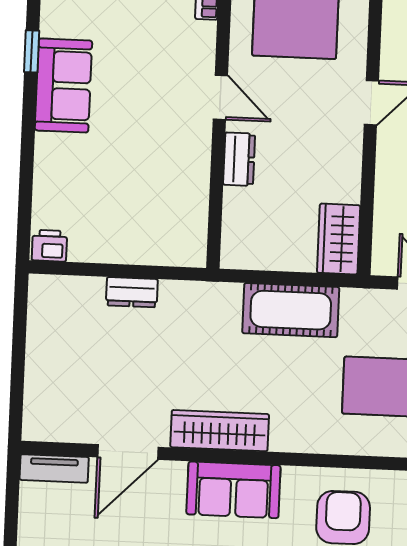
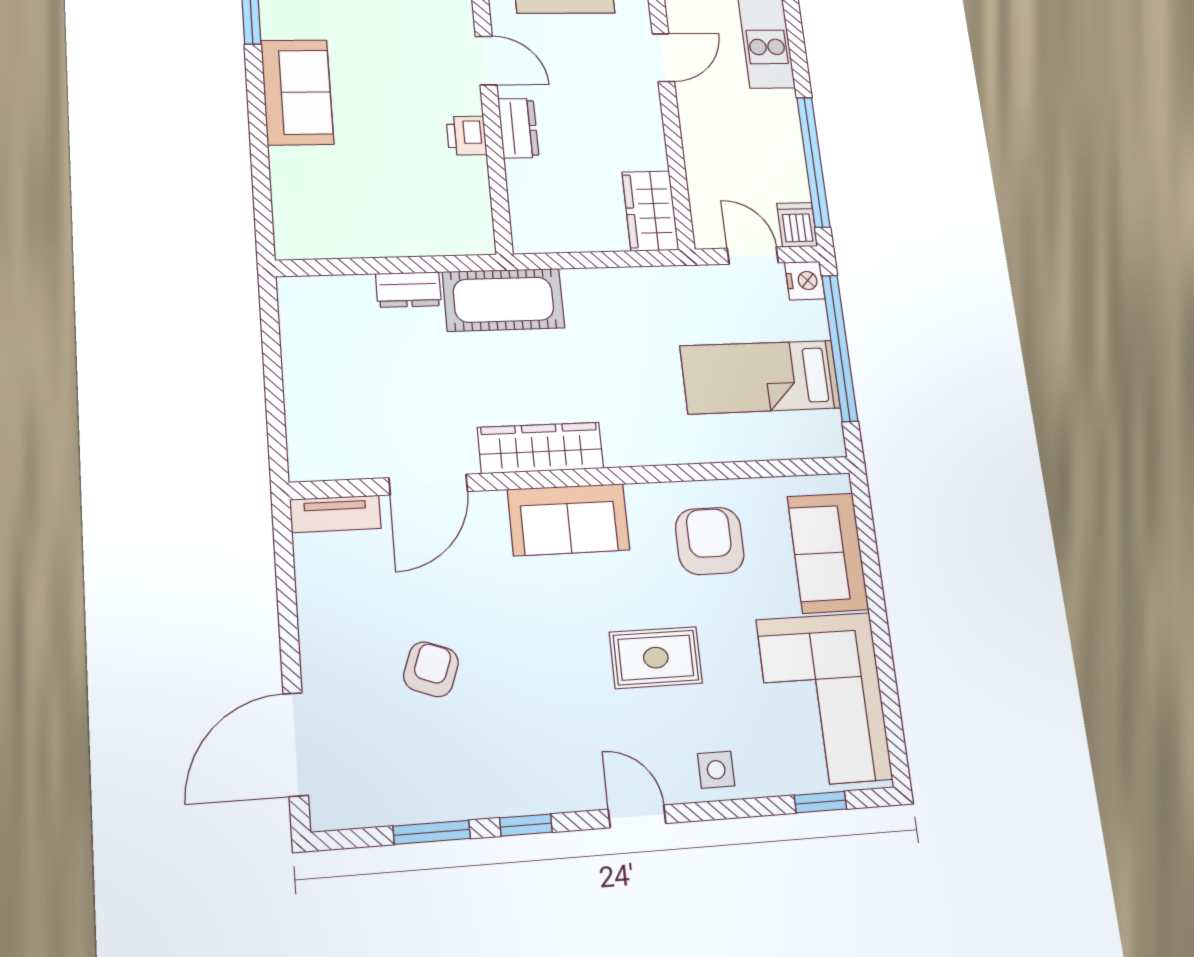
sofa: (63, 85) -> (297, 92), moved
printer: (49, 246) -> (467, 136), moved, turned -90
cot: (291, 310) -> (503, 300), moved

